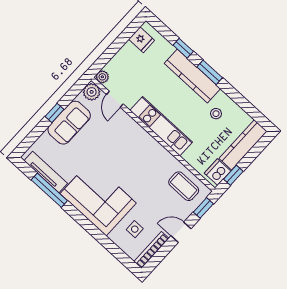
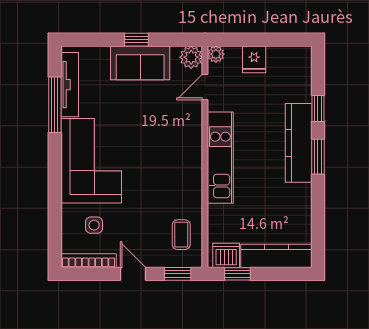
fridge: (142, 40) -> (254, 59), moved
stool: (216, 114) -> (283, 201), removed
coffee table: (184, 186) -> (181, 235), width x0.73, depth x0.77

